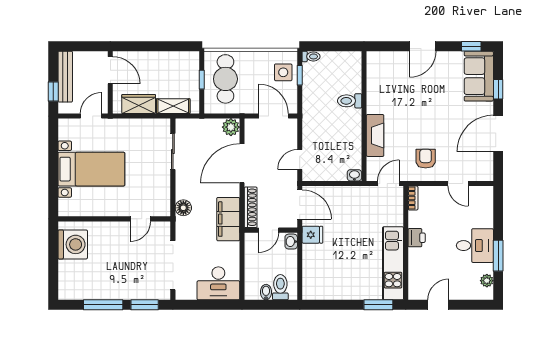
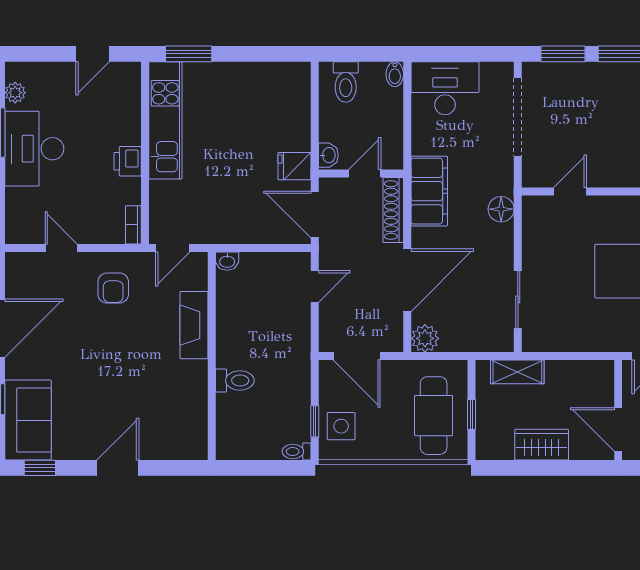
wardrobe: (139, 104) -> (542, 445), moved, turned 180
desk: (475, 246) -> (34, 149), width x1.37
bidet: (266, 292) -> (395, 74), moved

